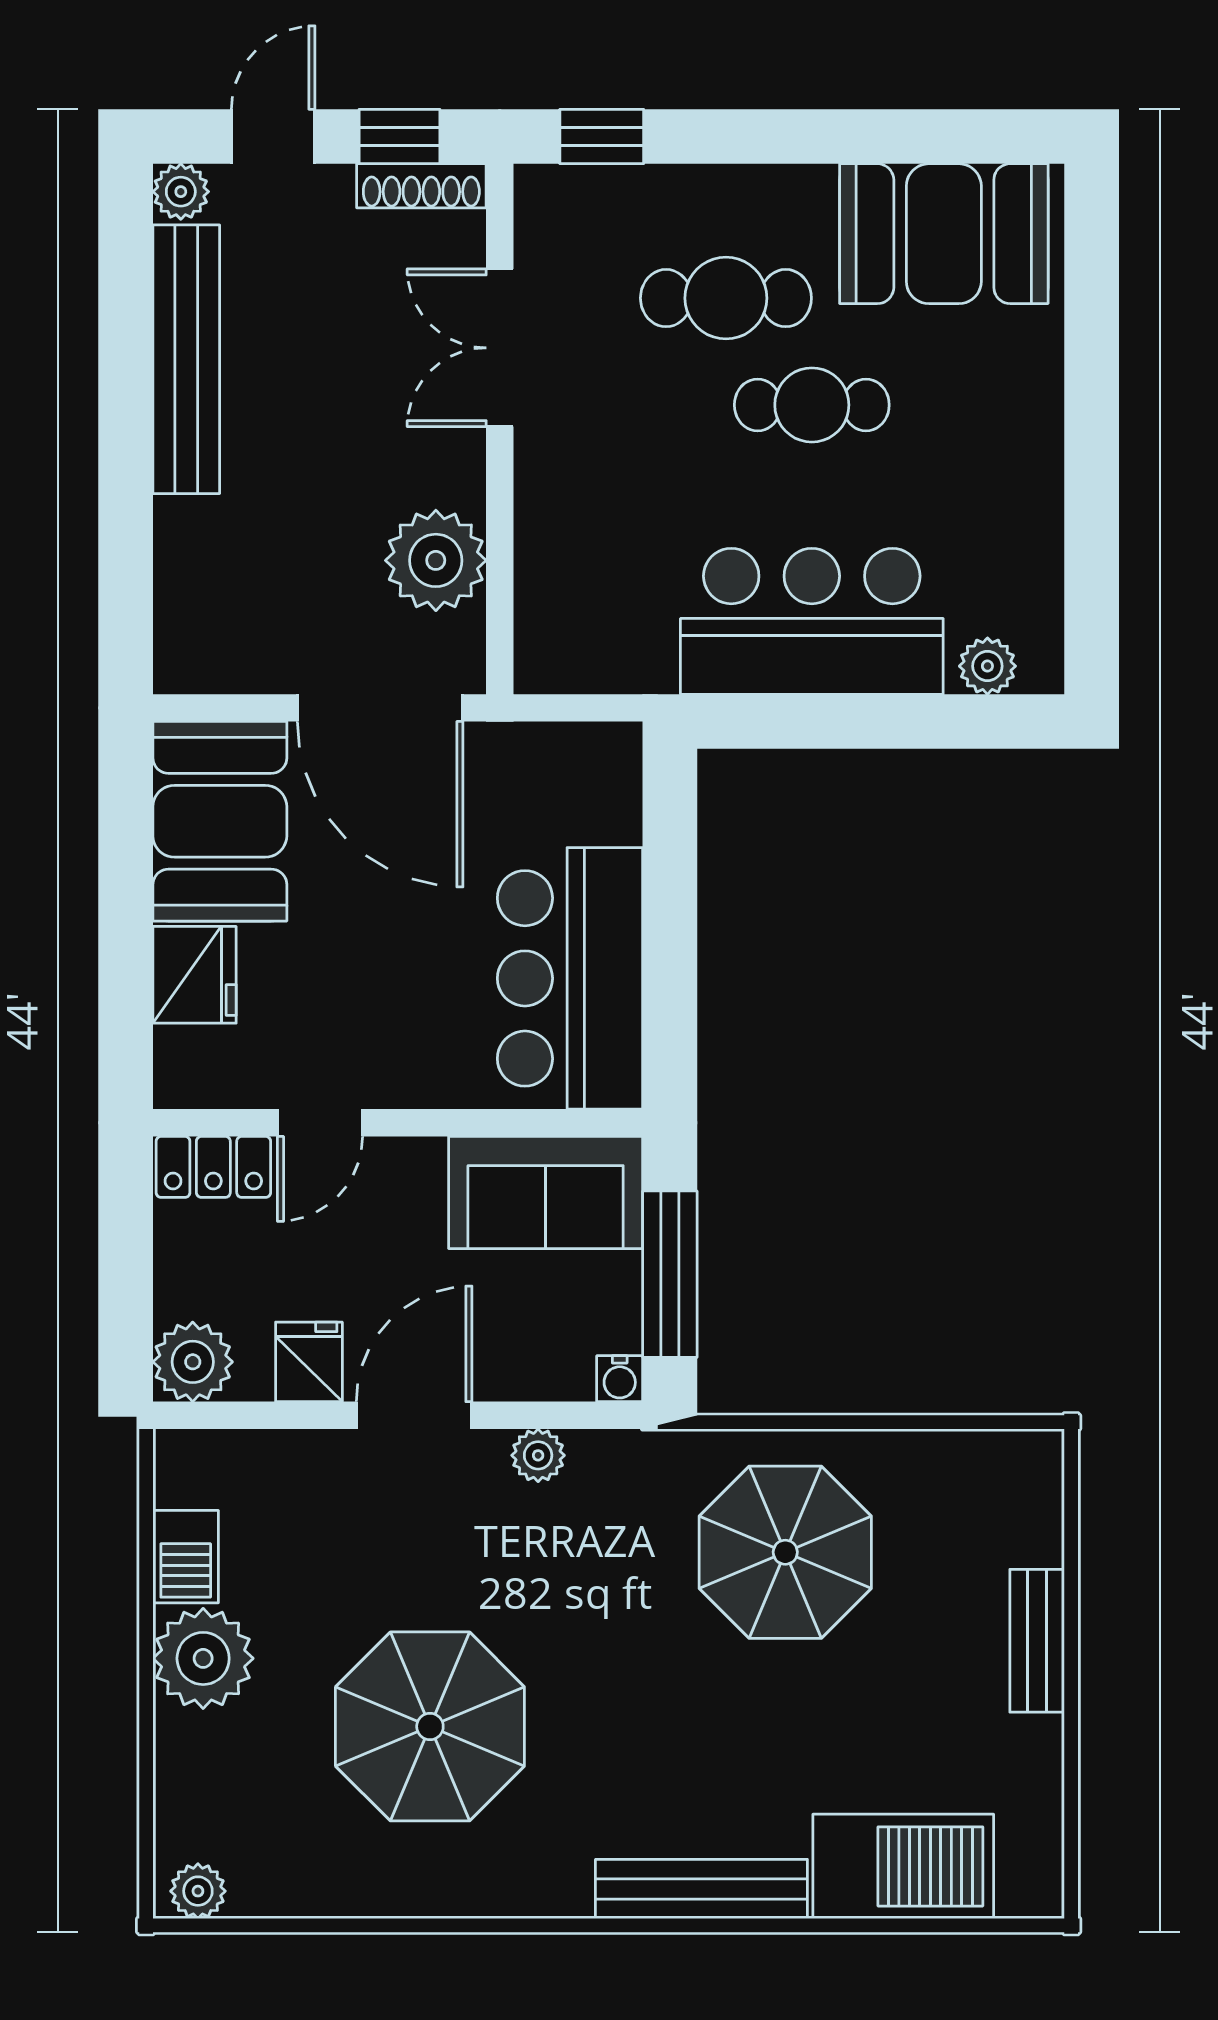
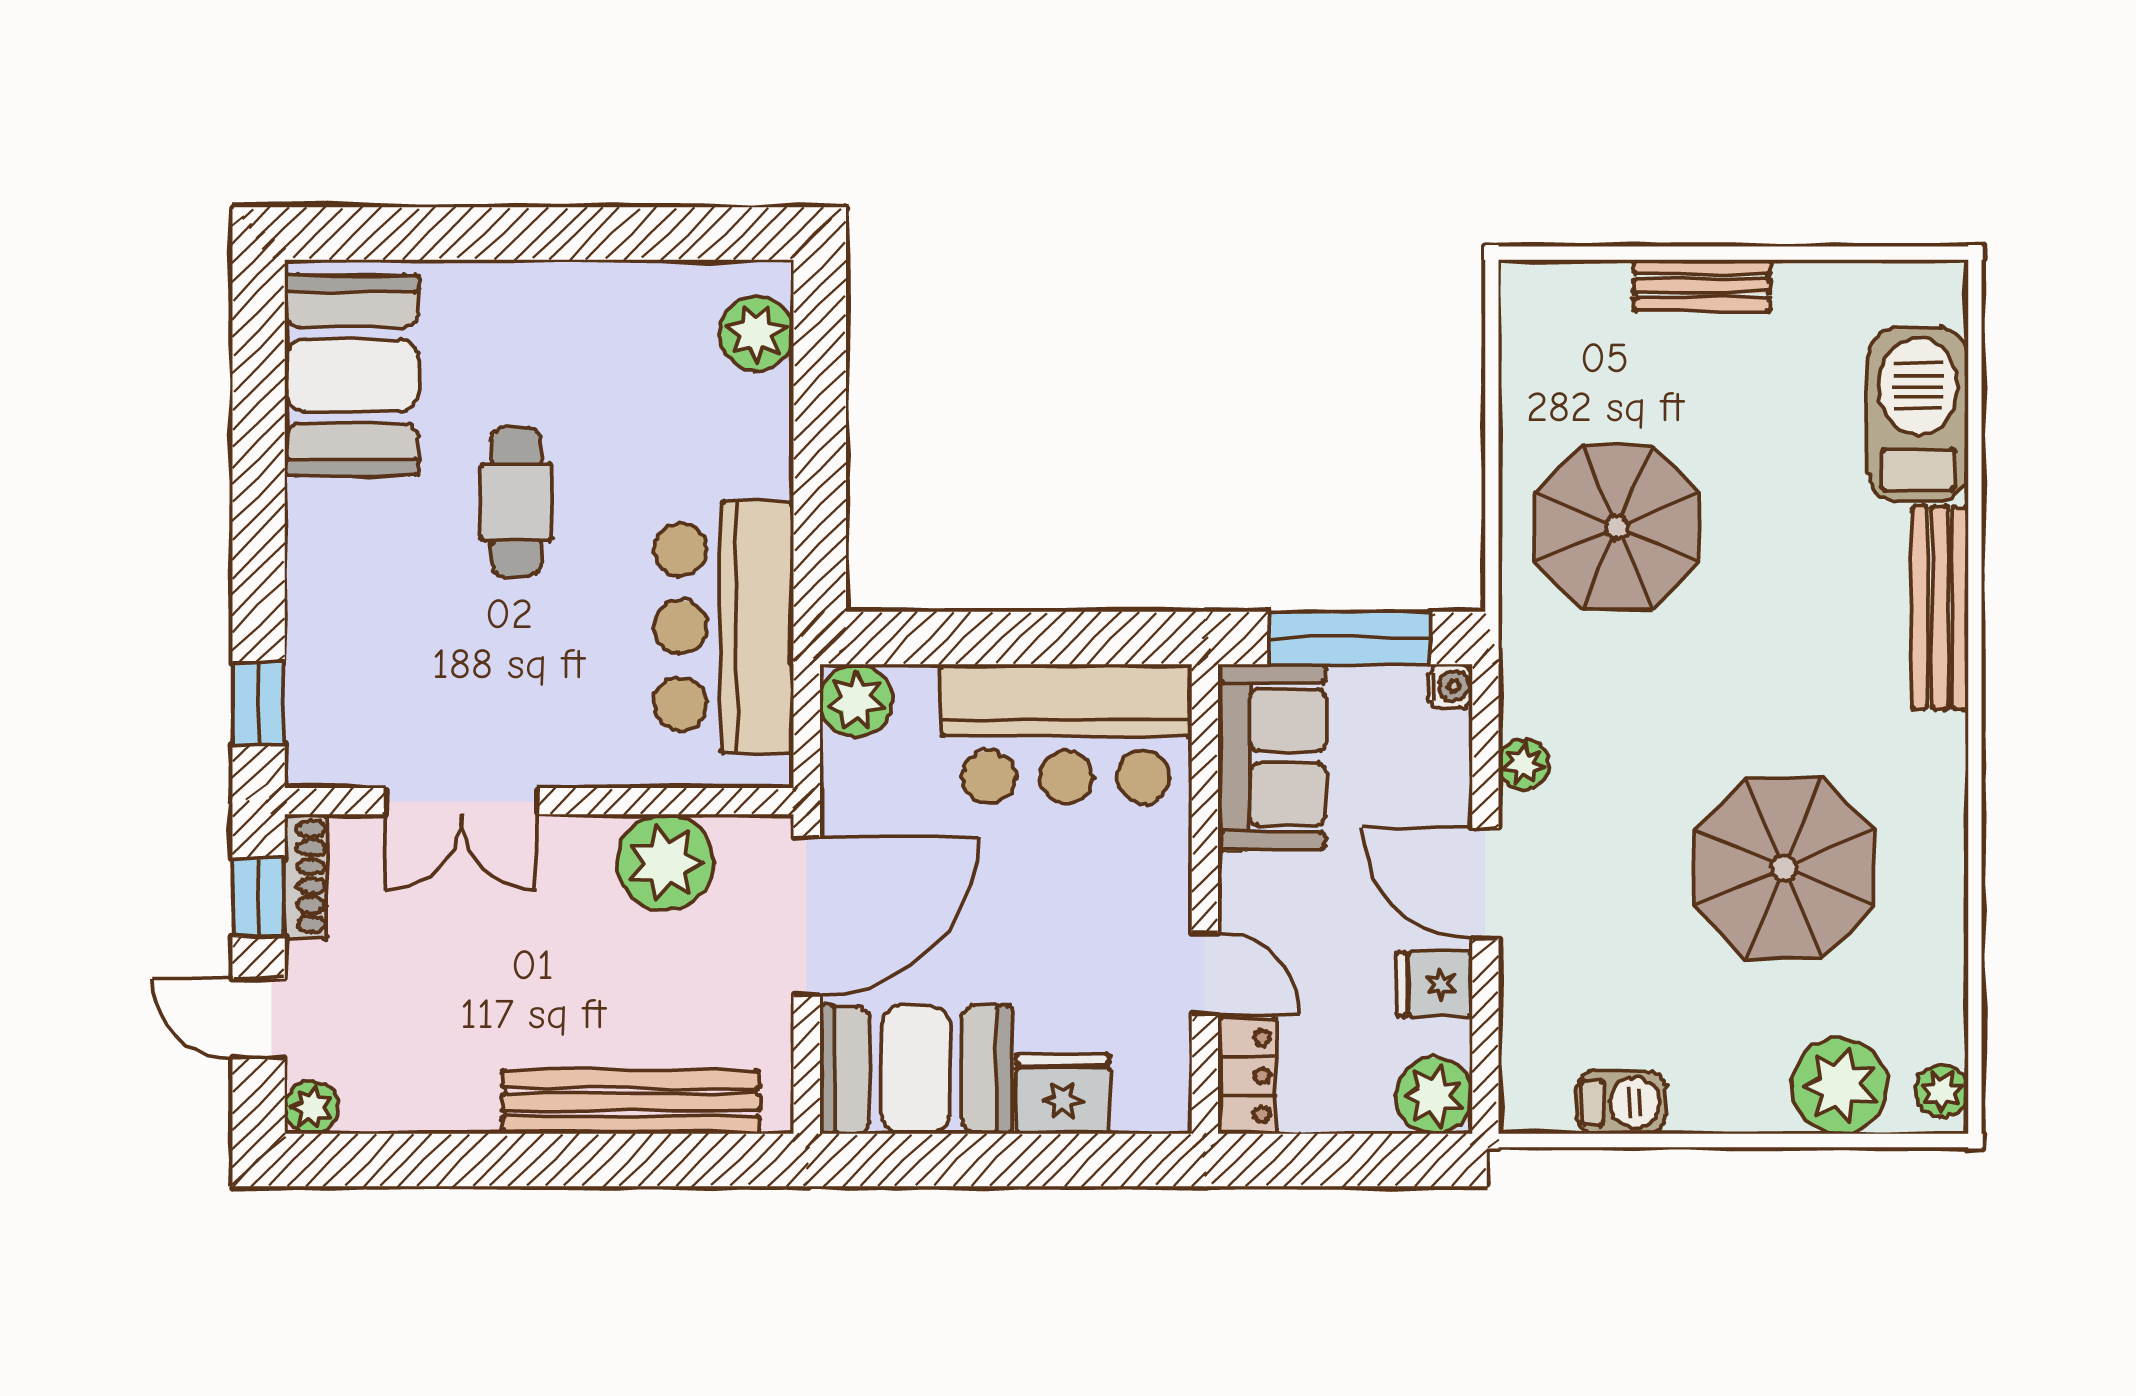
cafe table: (726, 298) -> (414, 584), removed
bench: (186, 359) -> (631, 1102), moved
bar counter: (812, 621) -> (724, 627), moved
plant: (987, 666) -> (756, 333), width x1.38, depth x1.38
plant: (605, 760) -> (856, 701), added
plant: (203, 1658) -> (1840, 1086), moved

